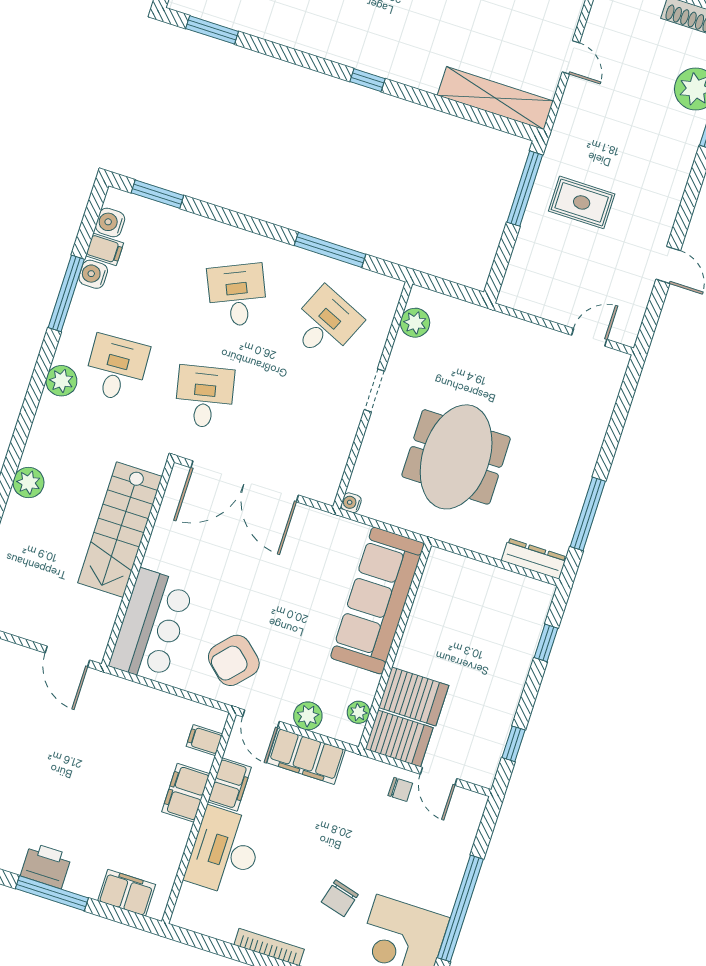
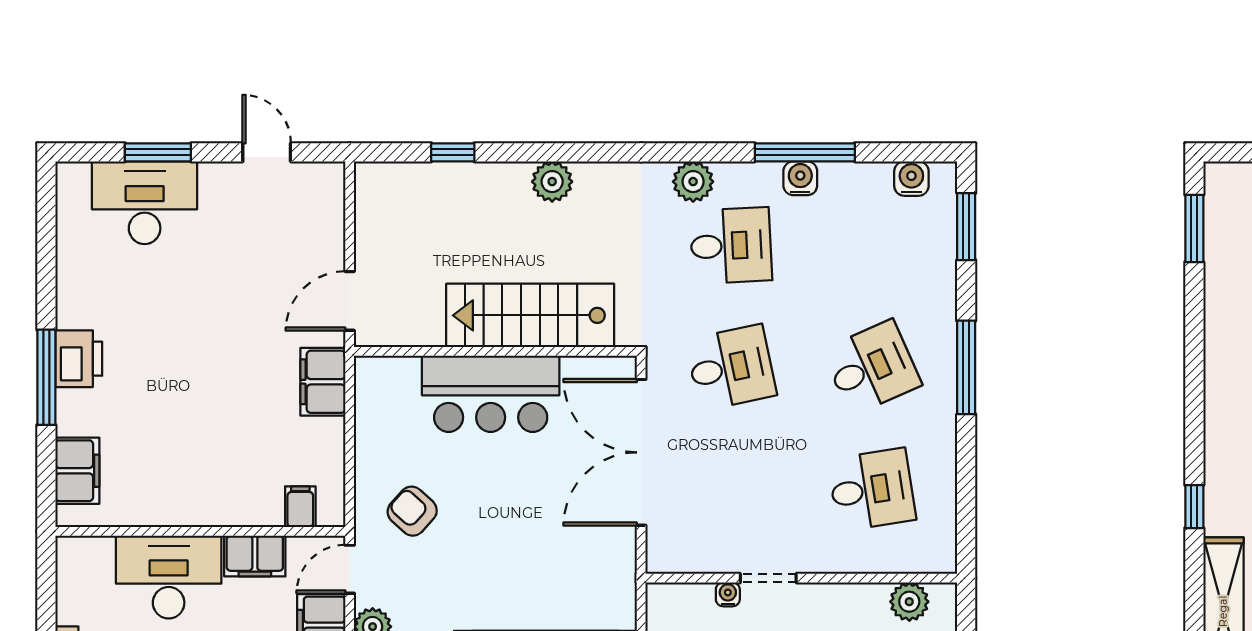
window: (368, 80) -> (1194, 507), moved
filing cabinet: (105, 249) -> (875, 183), removed
window: (330, 250) -> (966, 367), moved
water cooler: (93, 274) -> (800, 178), moved
desk: (325, 324) -> (872, 490), turned -33
doorway: (374, 390) -> (768, 578), moved
water cooler: (351, 503) -> (728, 594), moved
bar counter: (152, 625) -> (491, 394), moved
armchair: (234, 660) -> (412, 511), width x0.72, depth x0.72
filing cabinet: (186, 793) -> (323, 382), moved, turned -90

